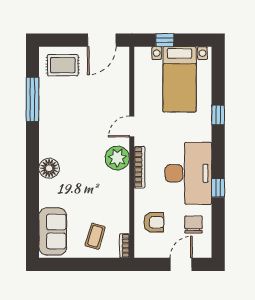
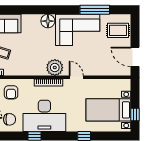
window: (165, 40) -> (135, 114), moved
rug: (63, 65) -> (118, 30), turned 90
corner sofa: (62, 125) -> (78, 30), added

